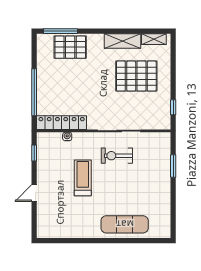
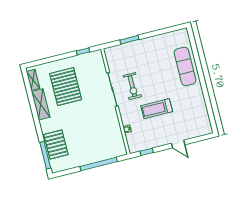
locker: (62, 123) -> (117, 136), removed

